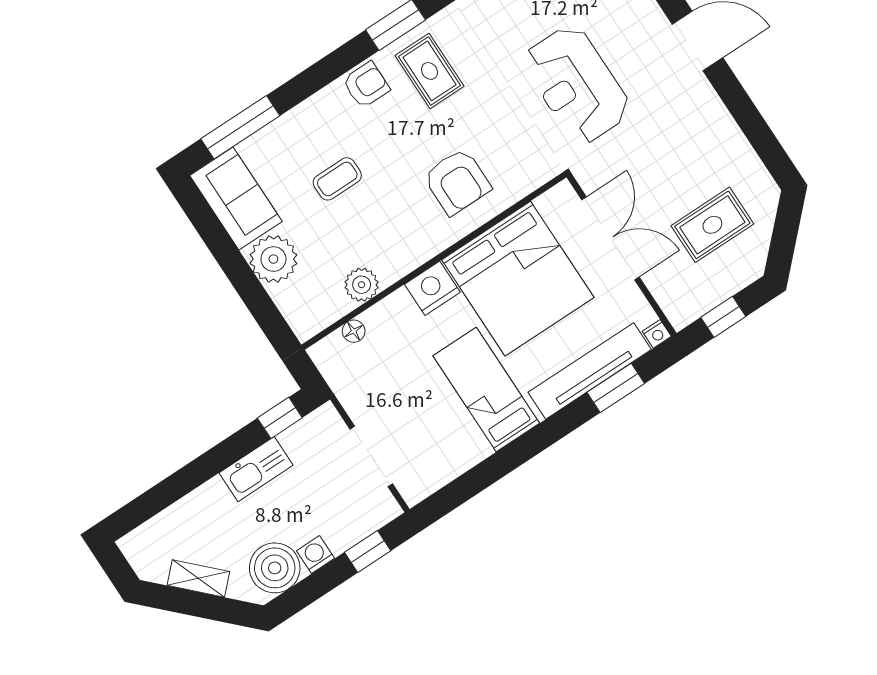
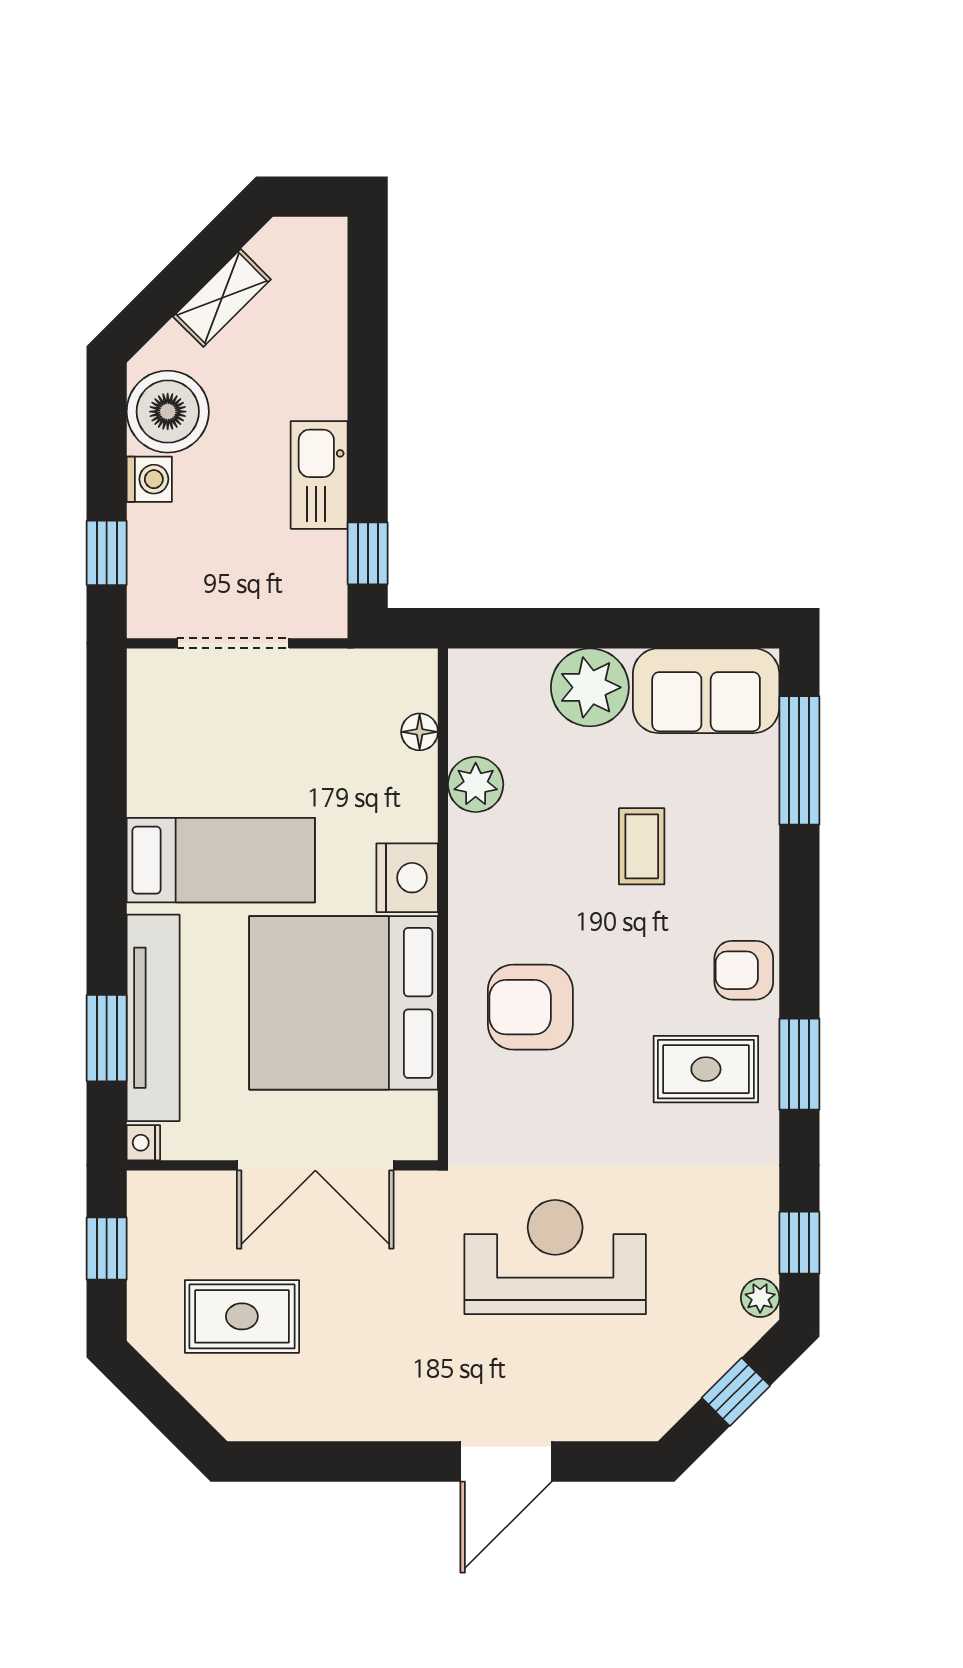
armchair: (366, 85) -> (744, 970), turned 90
rug: (712, 225) -> (242, 1316), turned 90

